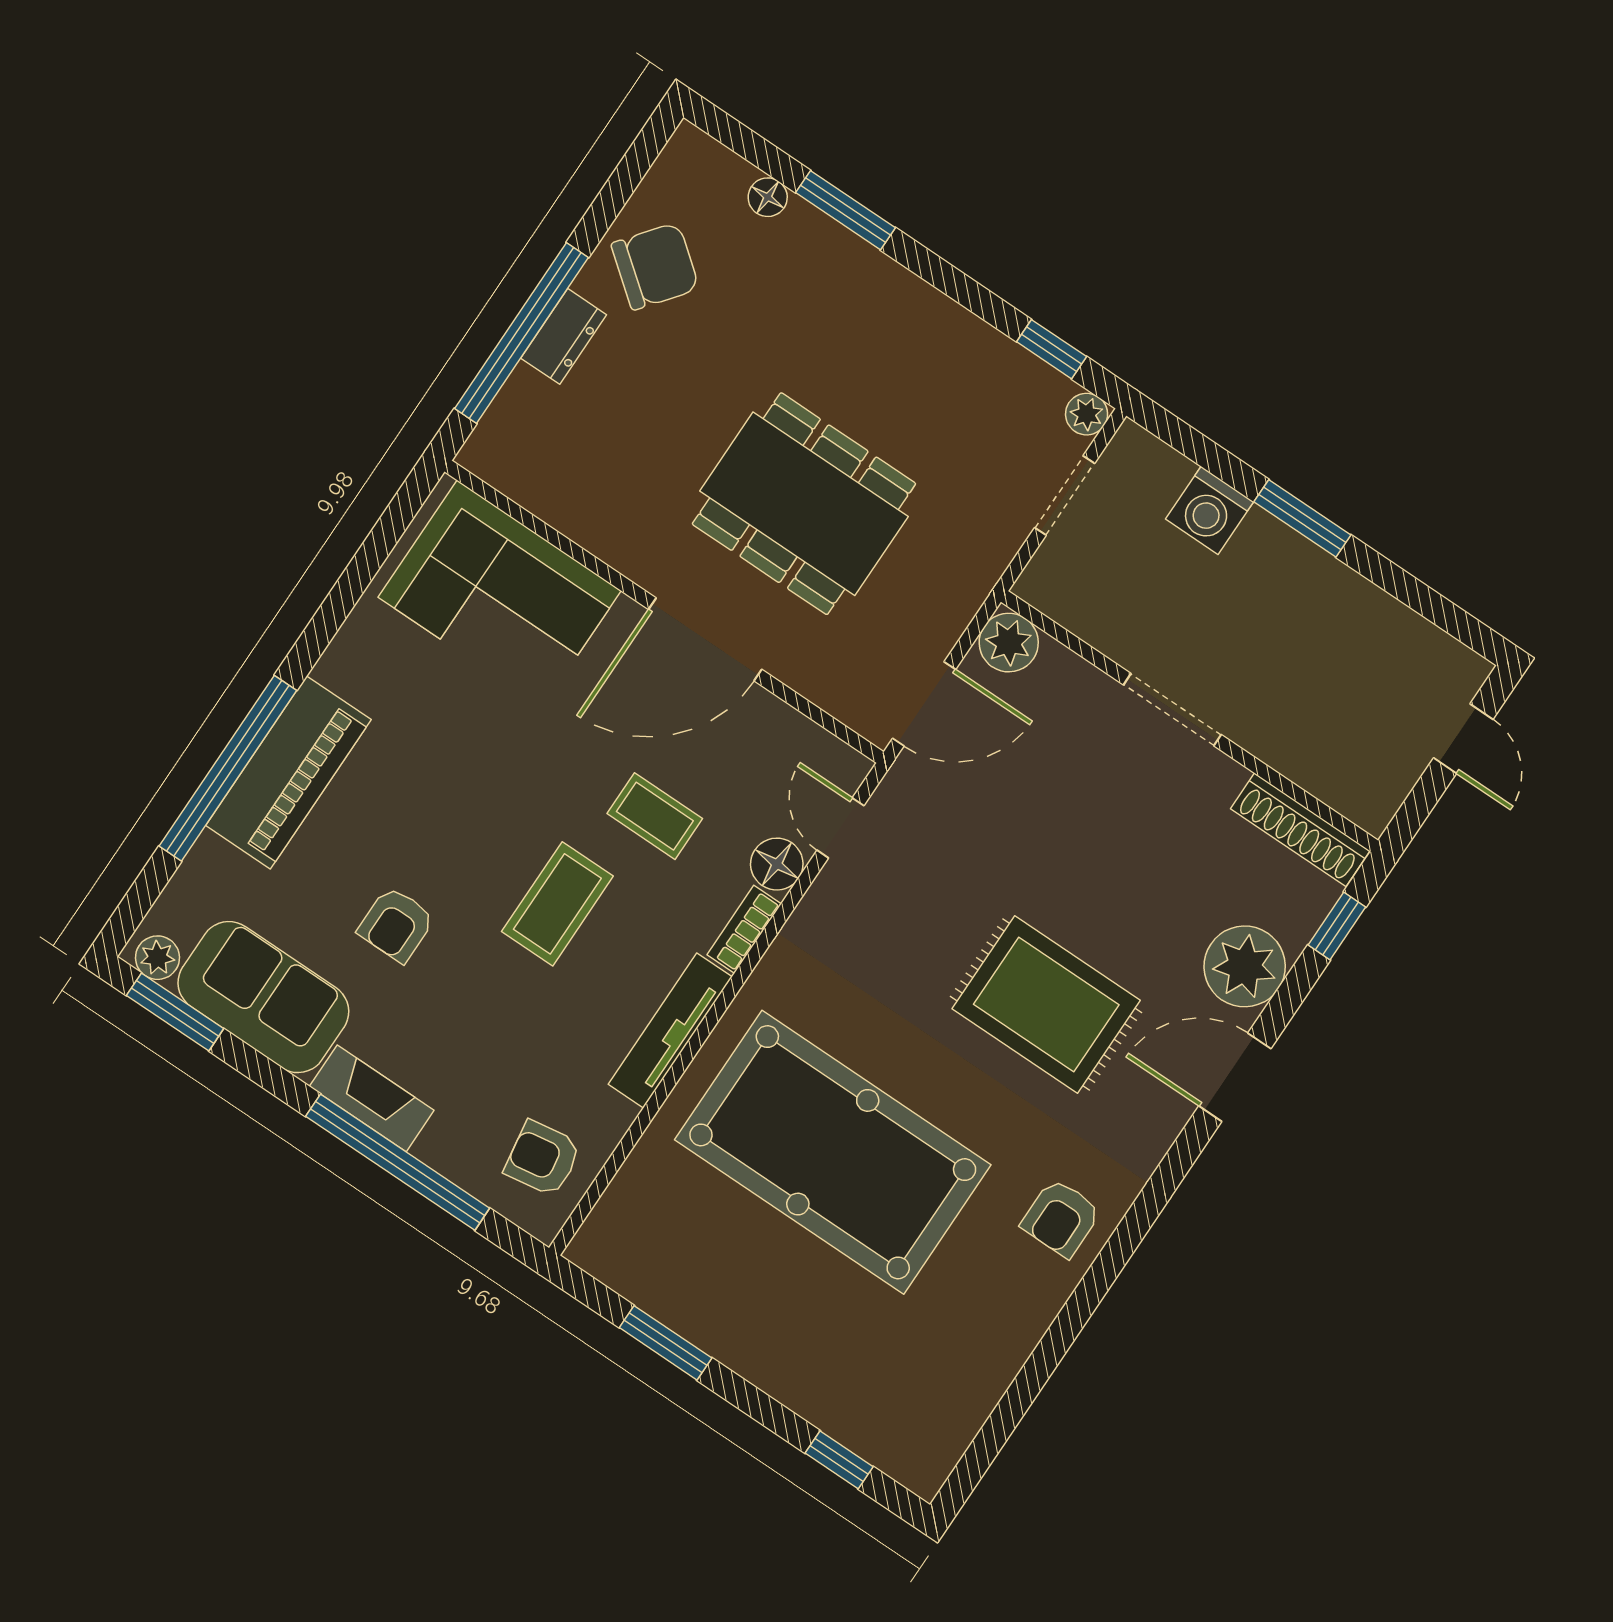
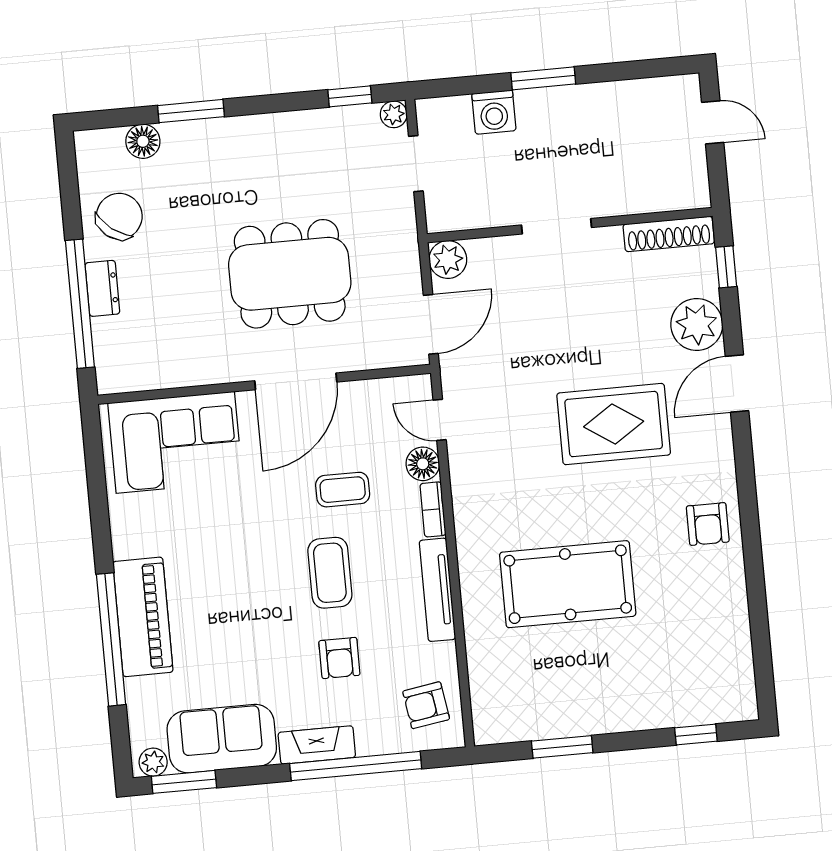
floor lamp: (768, 197) -> (143, 141), width x1.37, depth x1.37
armchair: (396, 924) -> (339, 658), moved
pool table: (833, 1152) -> (568, 584), width x0.73, depth x0.76

